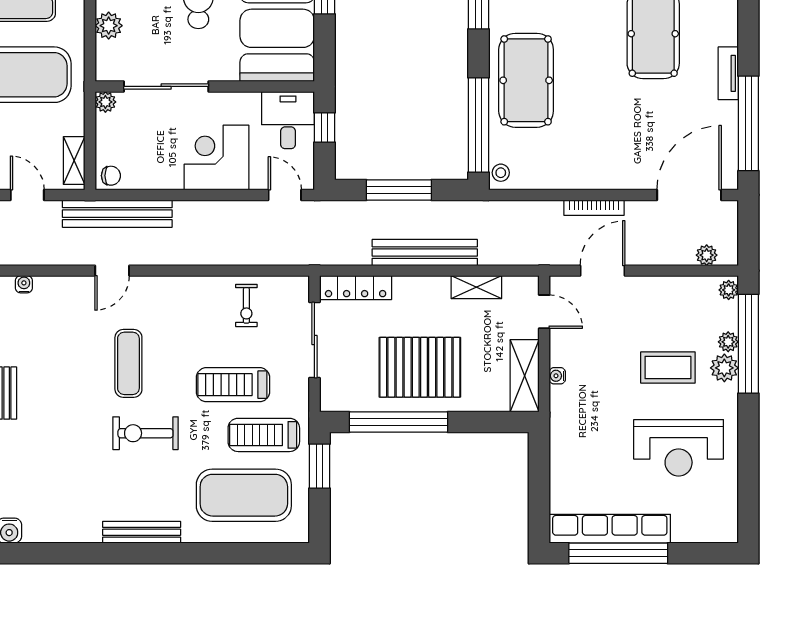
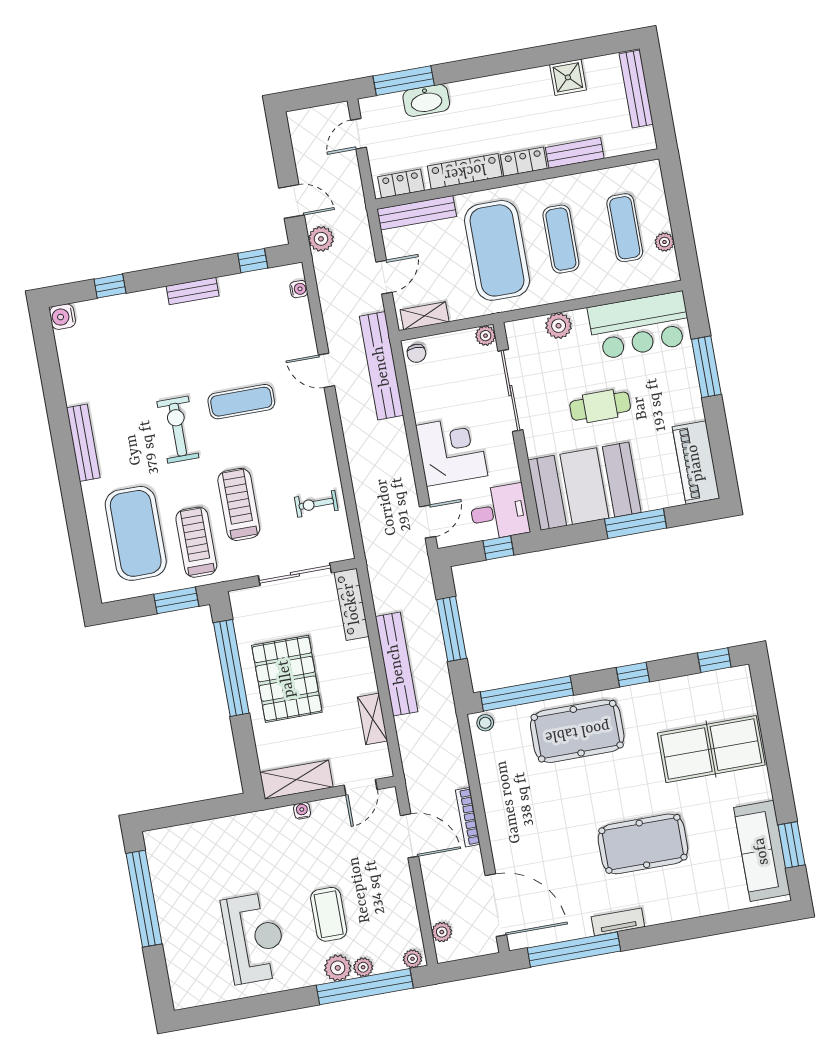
reception desk: (679, 448) -> (254, 938), turned 180
row of seats: (610, 529) -> (166, 886), removed

